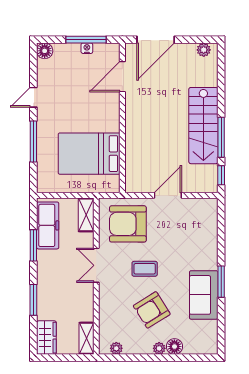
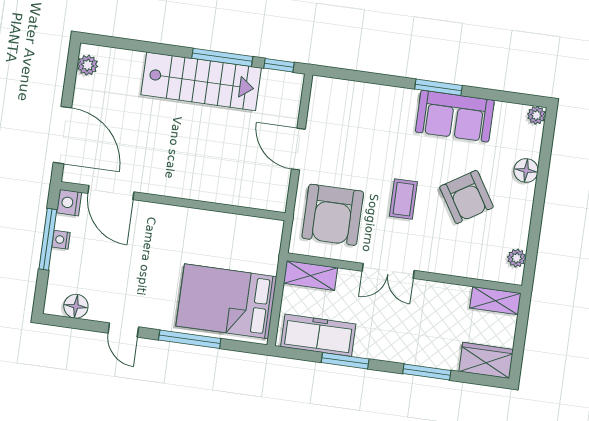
nightstand: (112, 50) -> (69, 203), added
floor lamp: (45, 51) -> (76, 306), moved
bed: (89, 154) -> (226, 301), moved, turned 90
plant: (159, 348) -> (536, 115), moved

